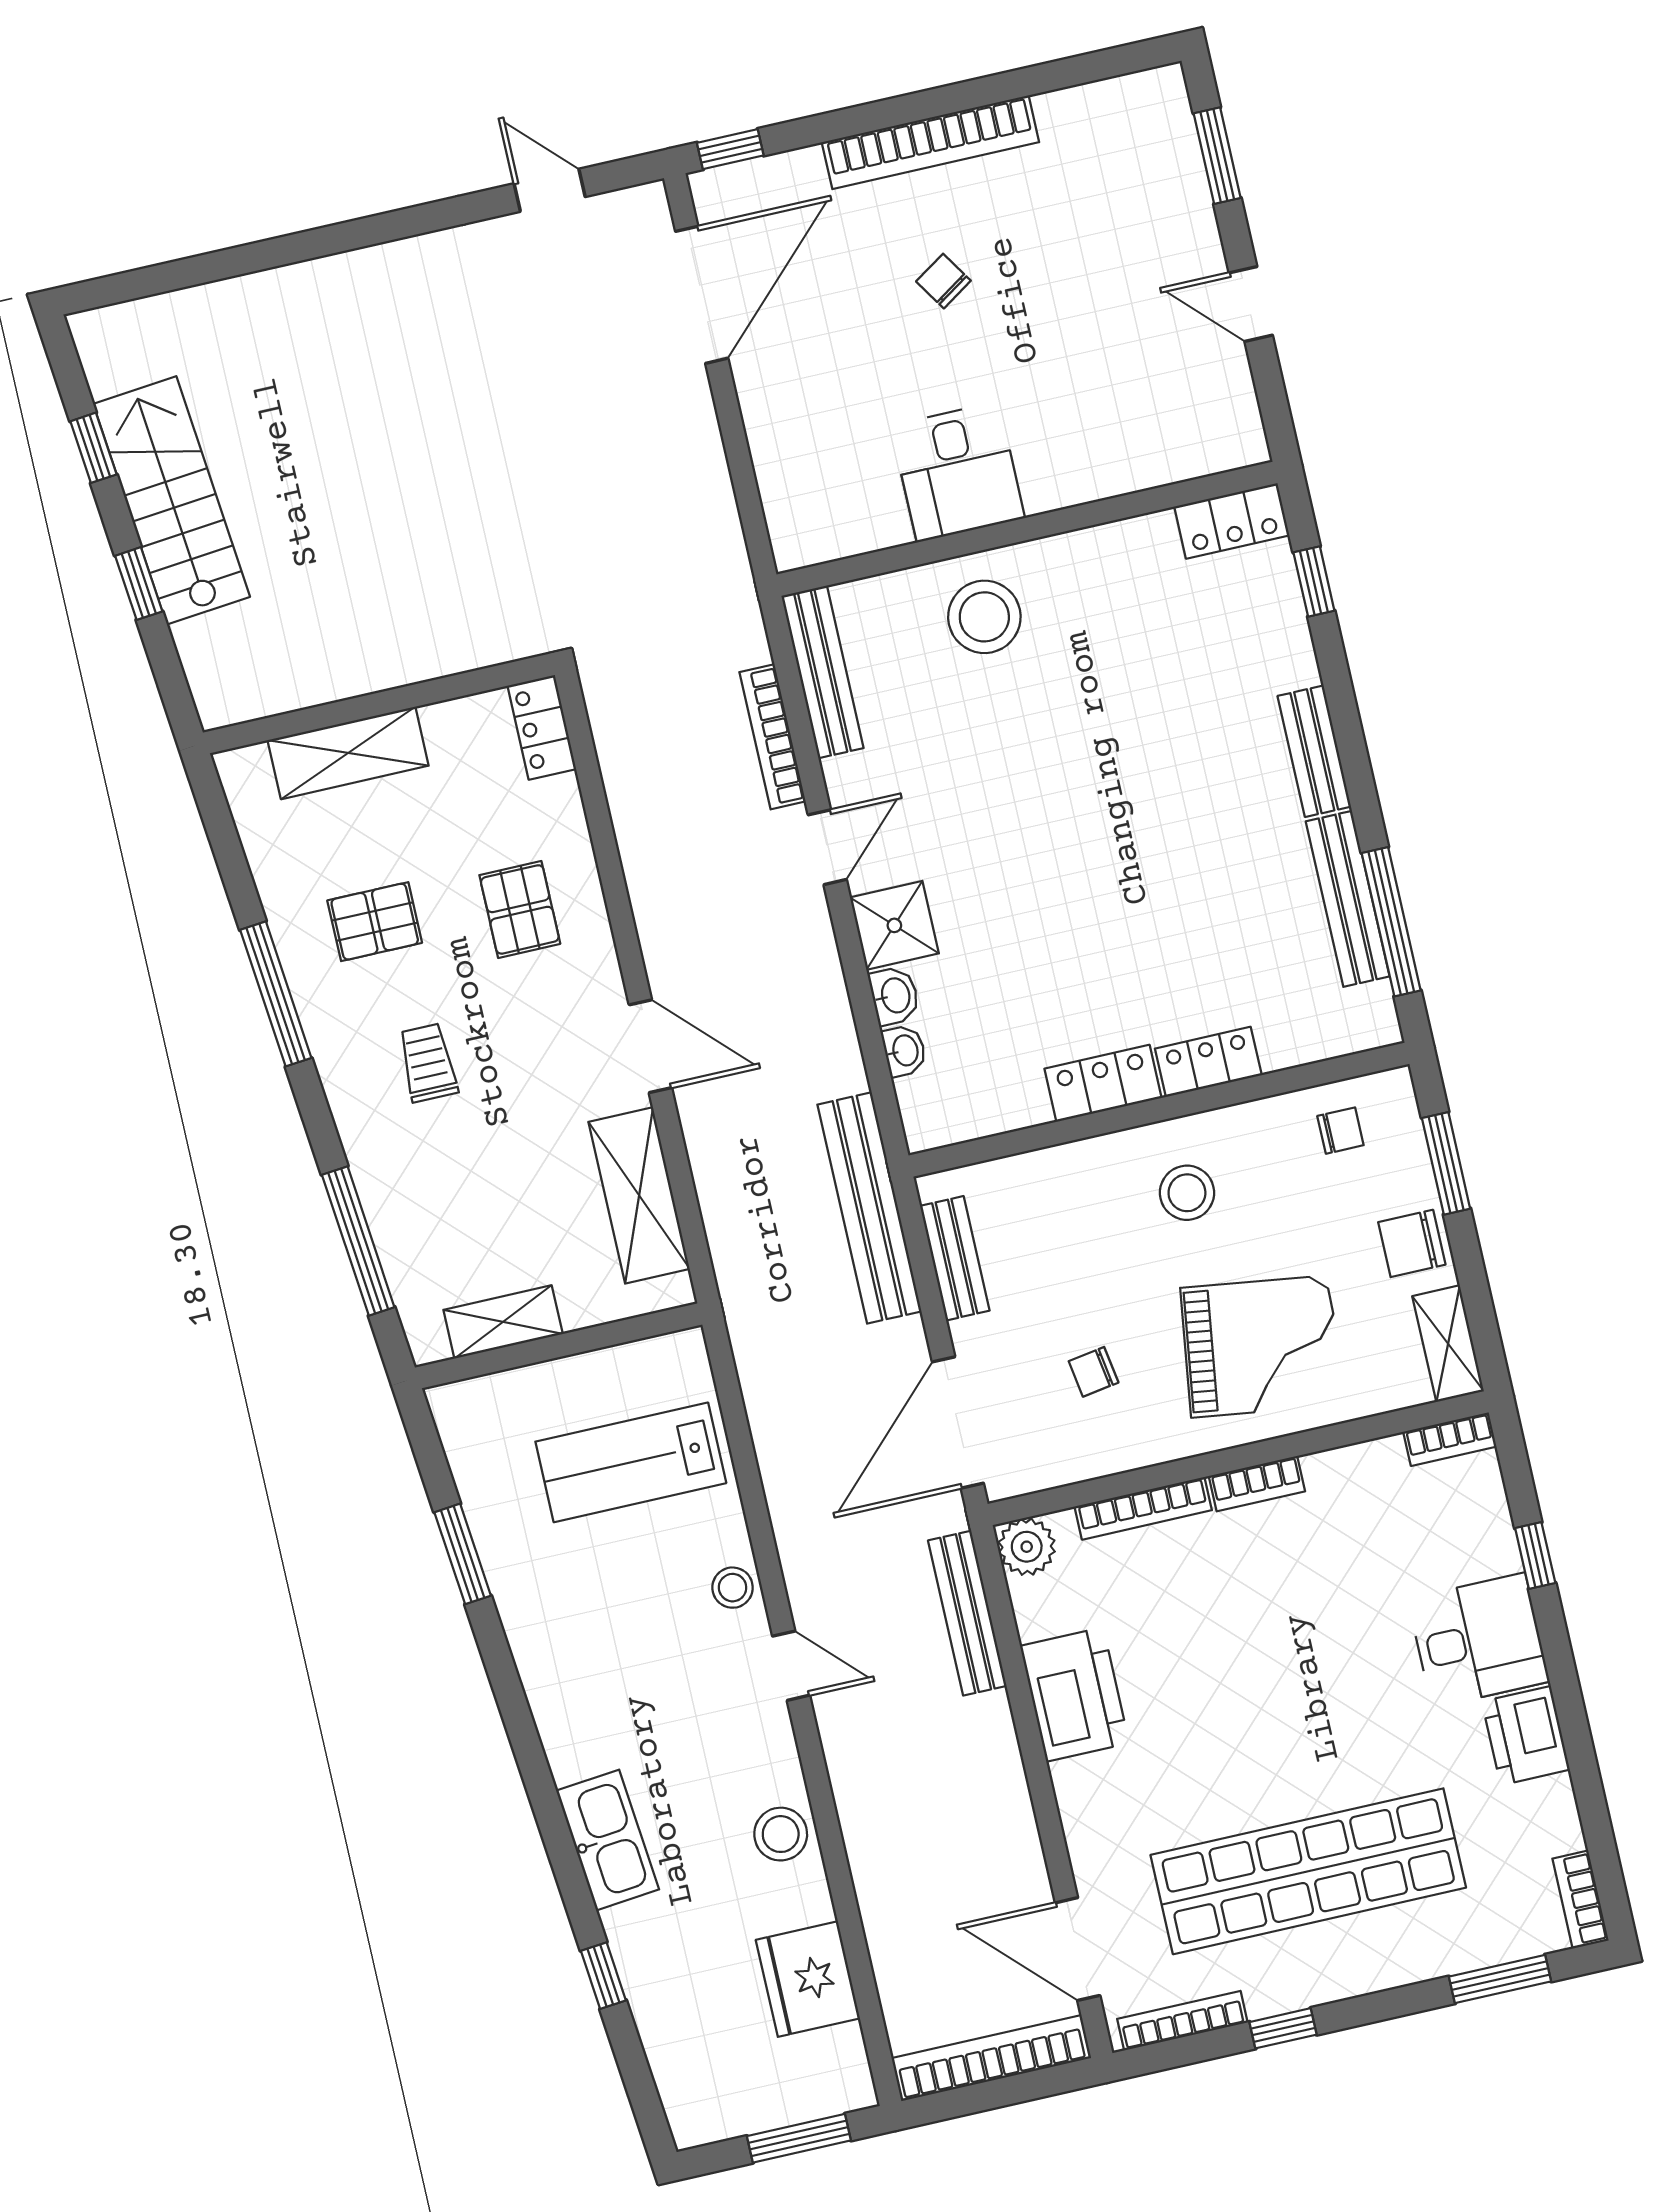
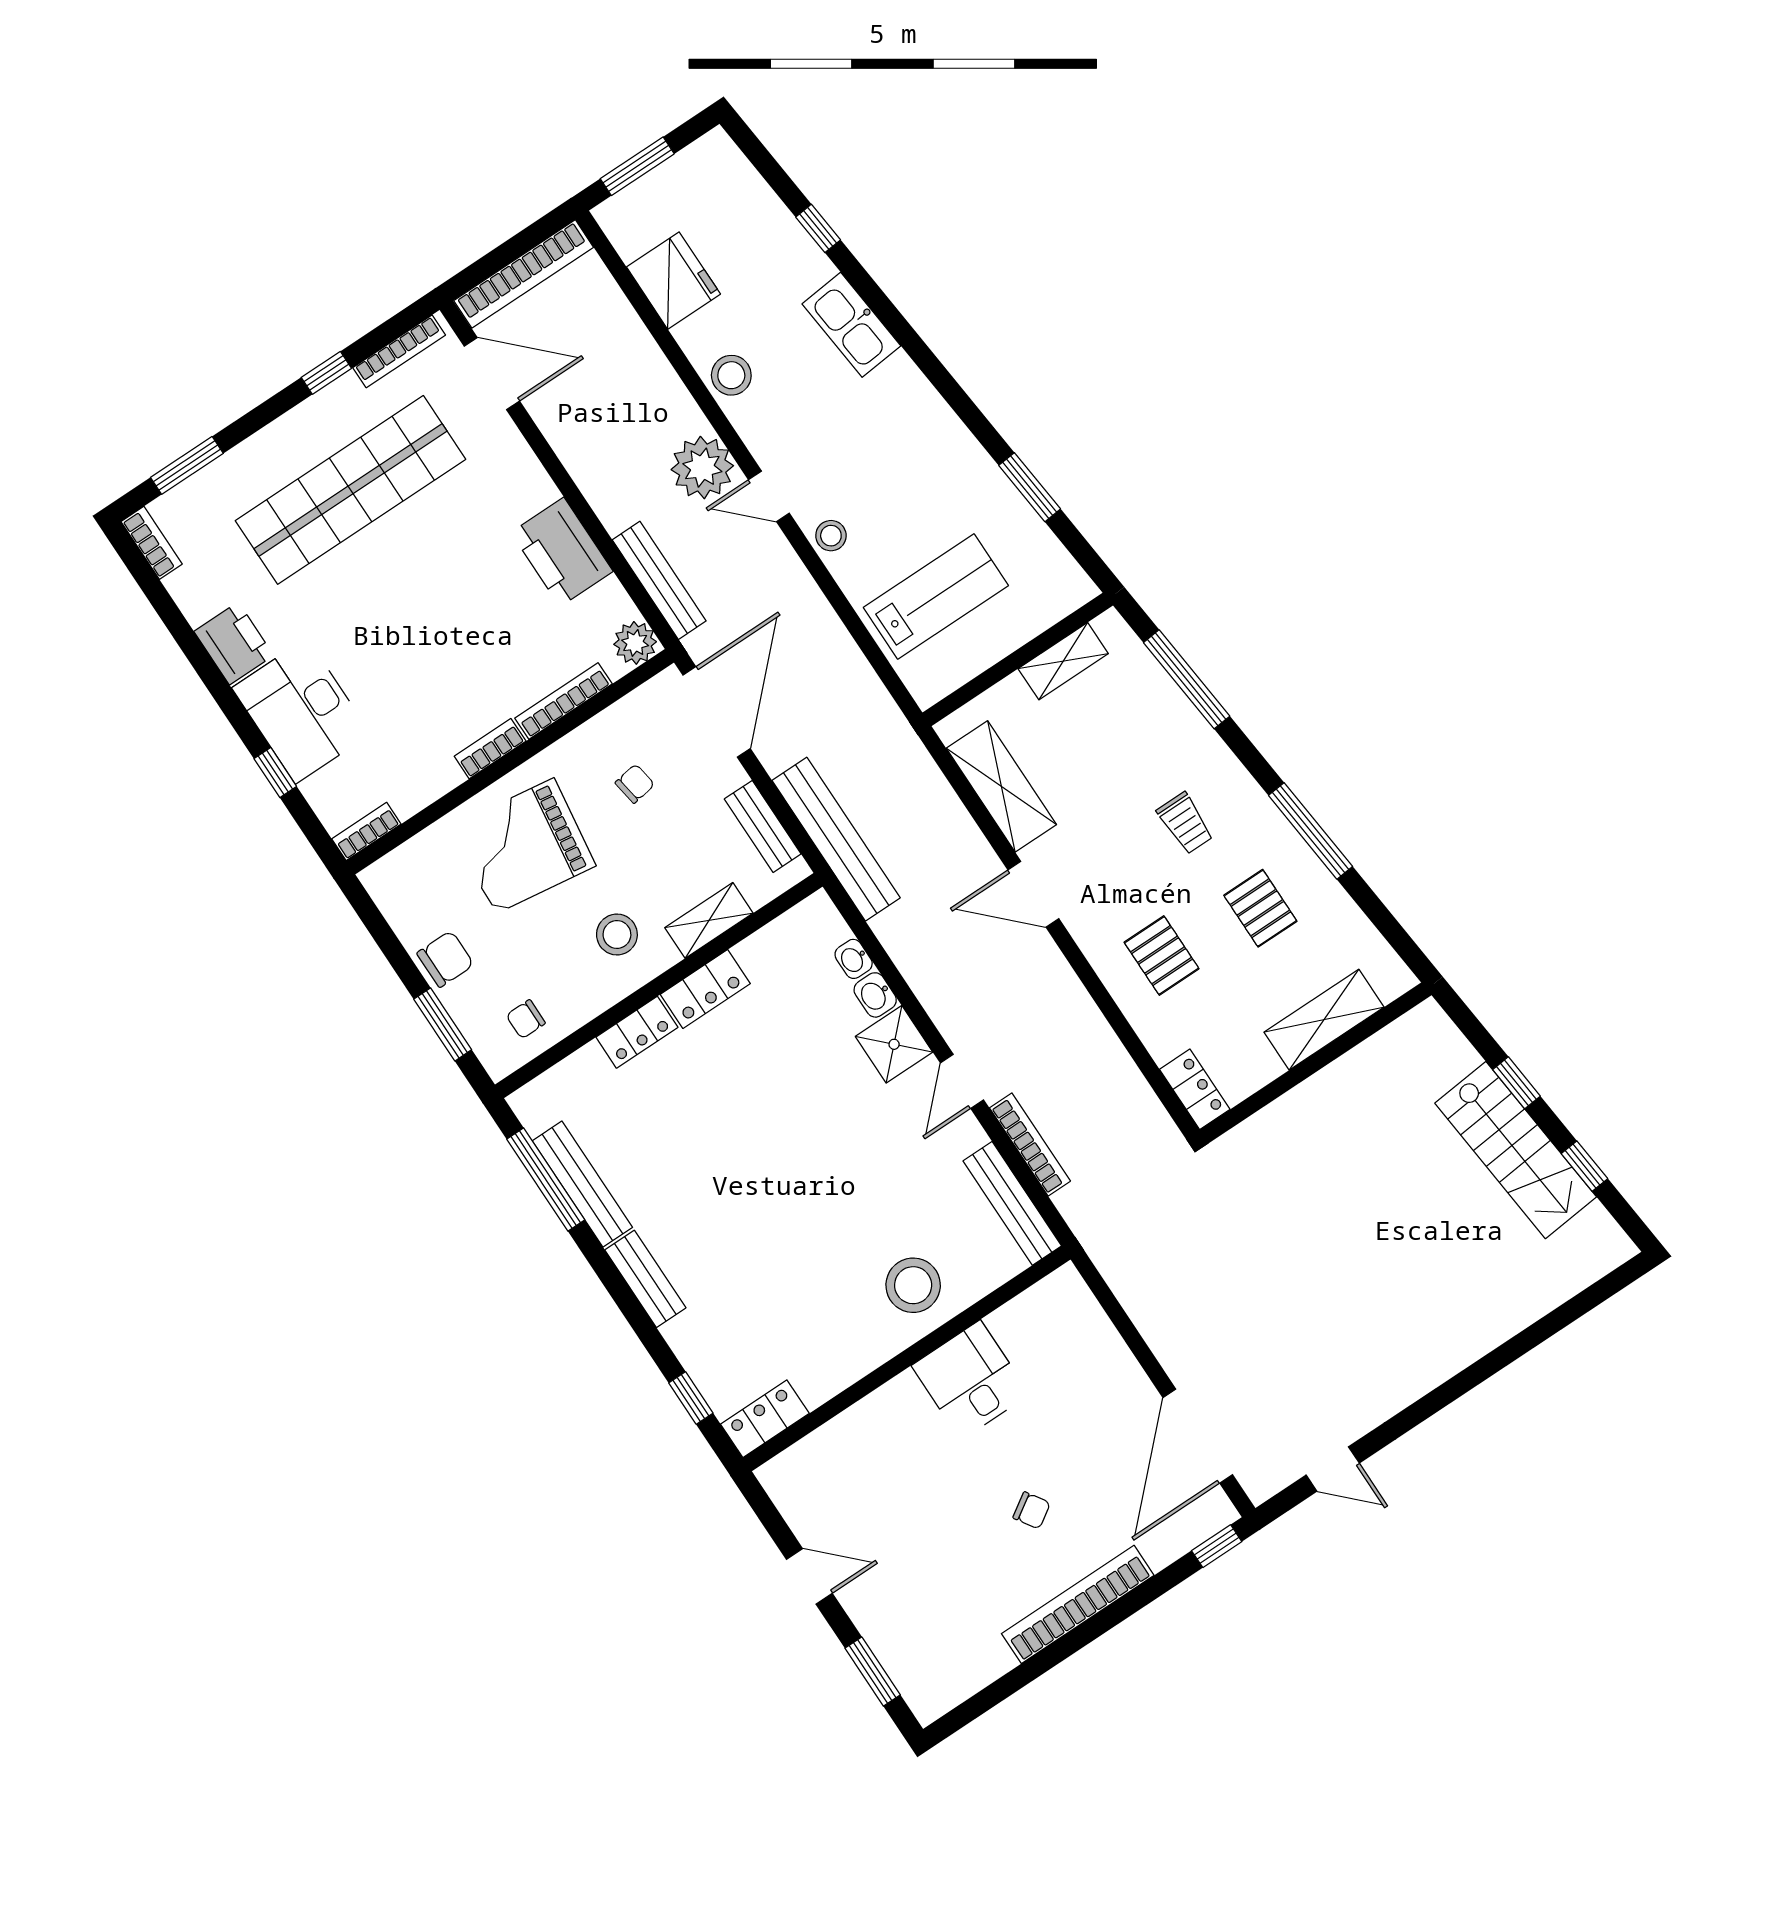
pallet: (375, 922) -> (1260, 908), turned 90
shelving: (1448, 1344) -> (709, 920), moved, turned 90
desk: (1479, 1640) -> (301, 711), width x1.37
plant: (860, 1733) -> (702, 468), added

